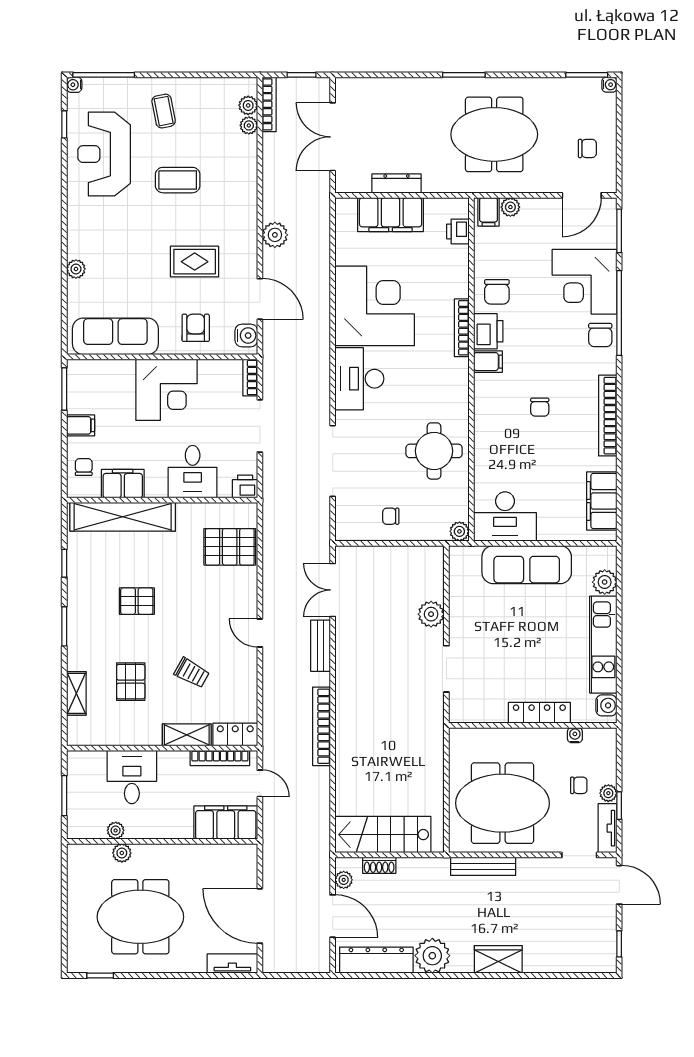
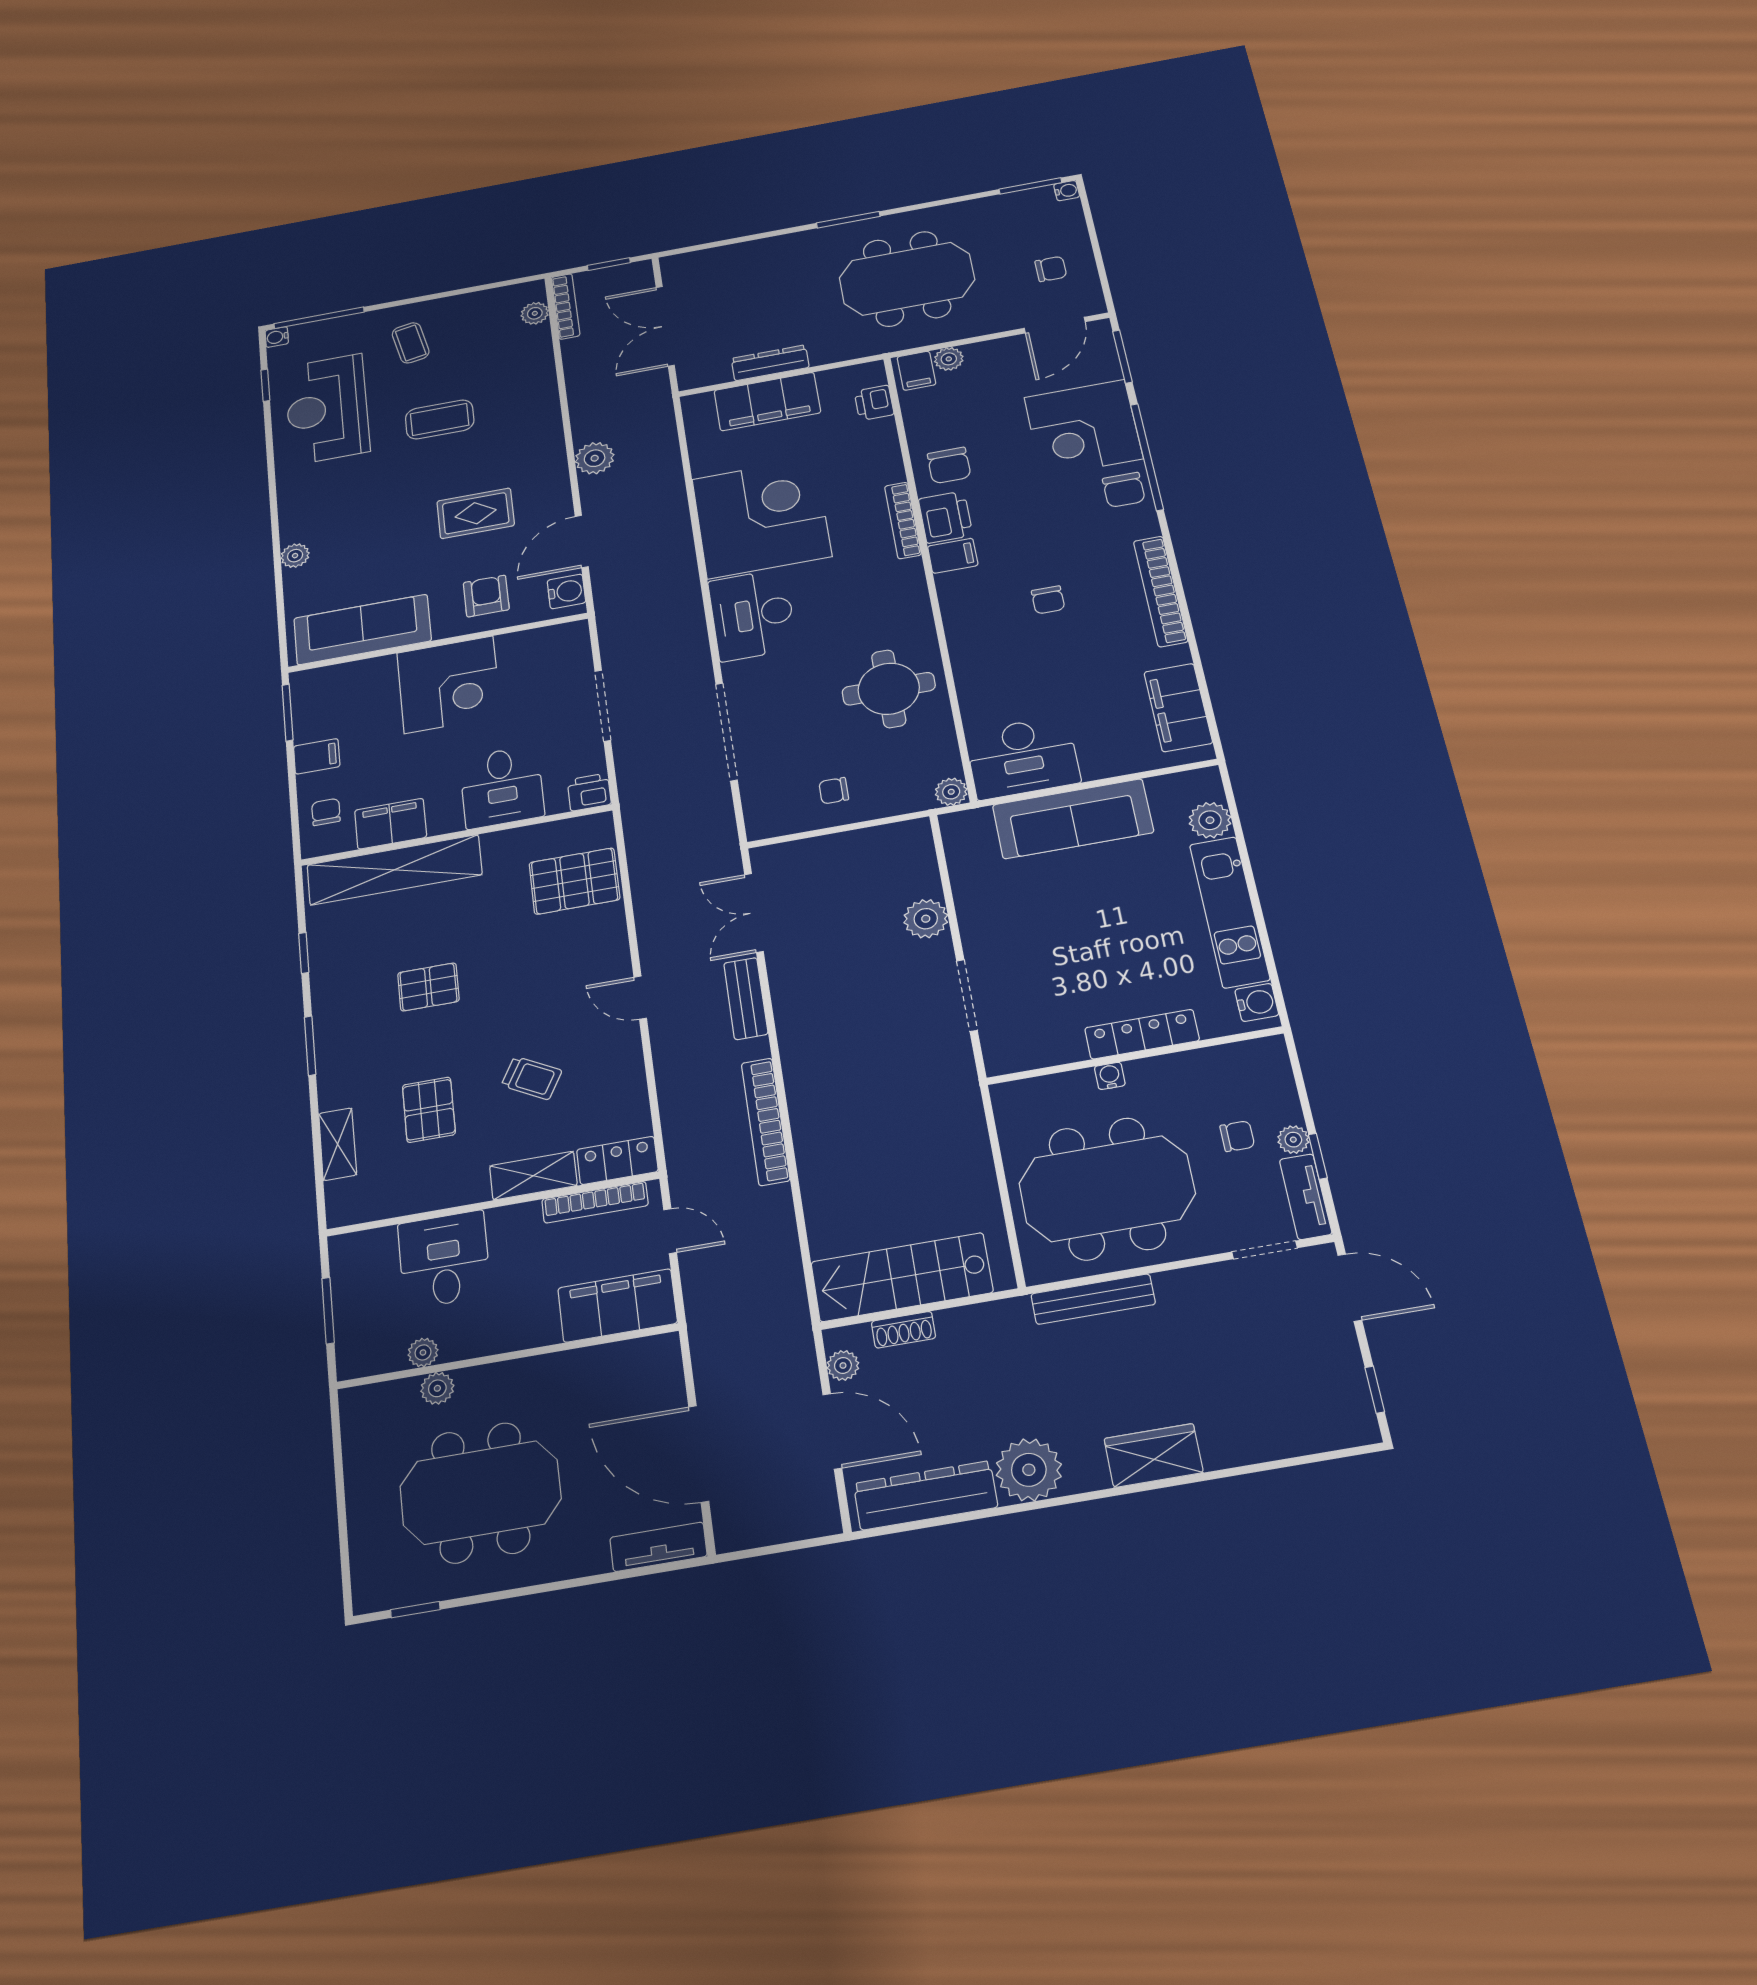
plant: (249, 125) -> (539, 336), removed
door: (260, 299) -> (582, 541), swing flipped
bookcase: (250, 378) -> (579, 645), removed
water cooler: (575, 735) -> (1110, 1076), moved

